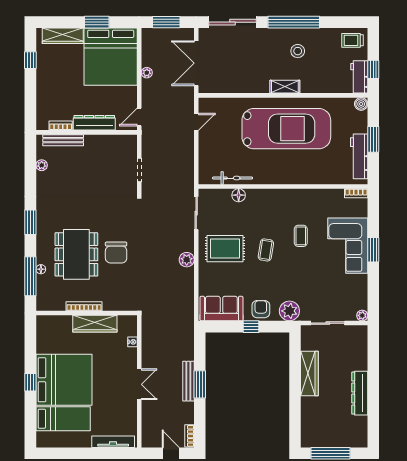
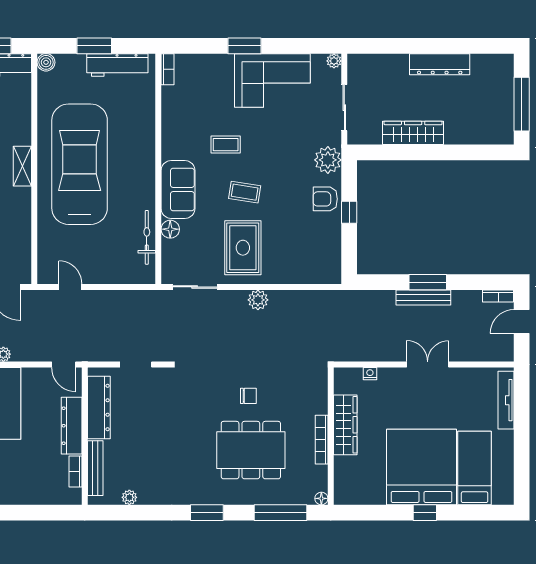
dresser: (108, 143) -> (99, 407), added
corner sofa: (348, 246) -> (272, 80), moved
chair: (116, 253) -> (248, 396), width x0.54, depth x0.54
floor lamp: (41, 269) -> (321, 498), moved
sofa: (221, 309) -> (178, 189), moved, turned 180

